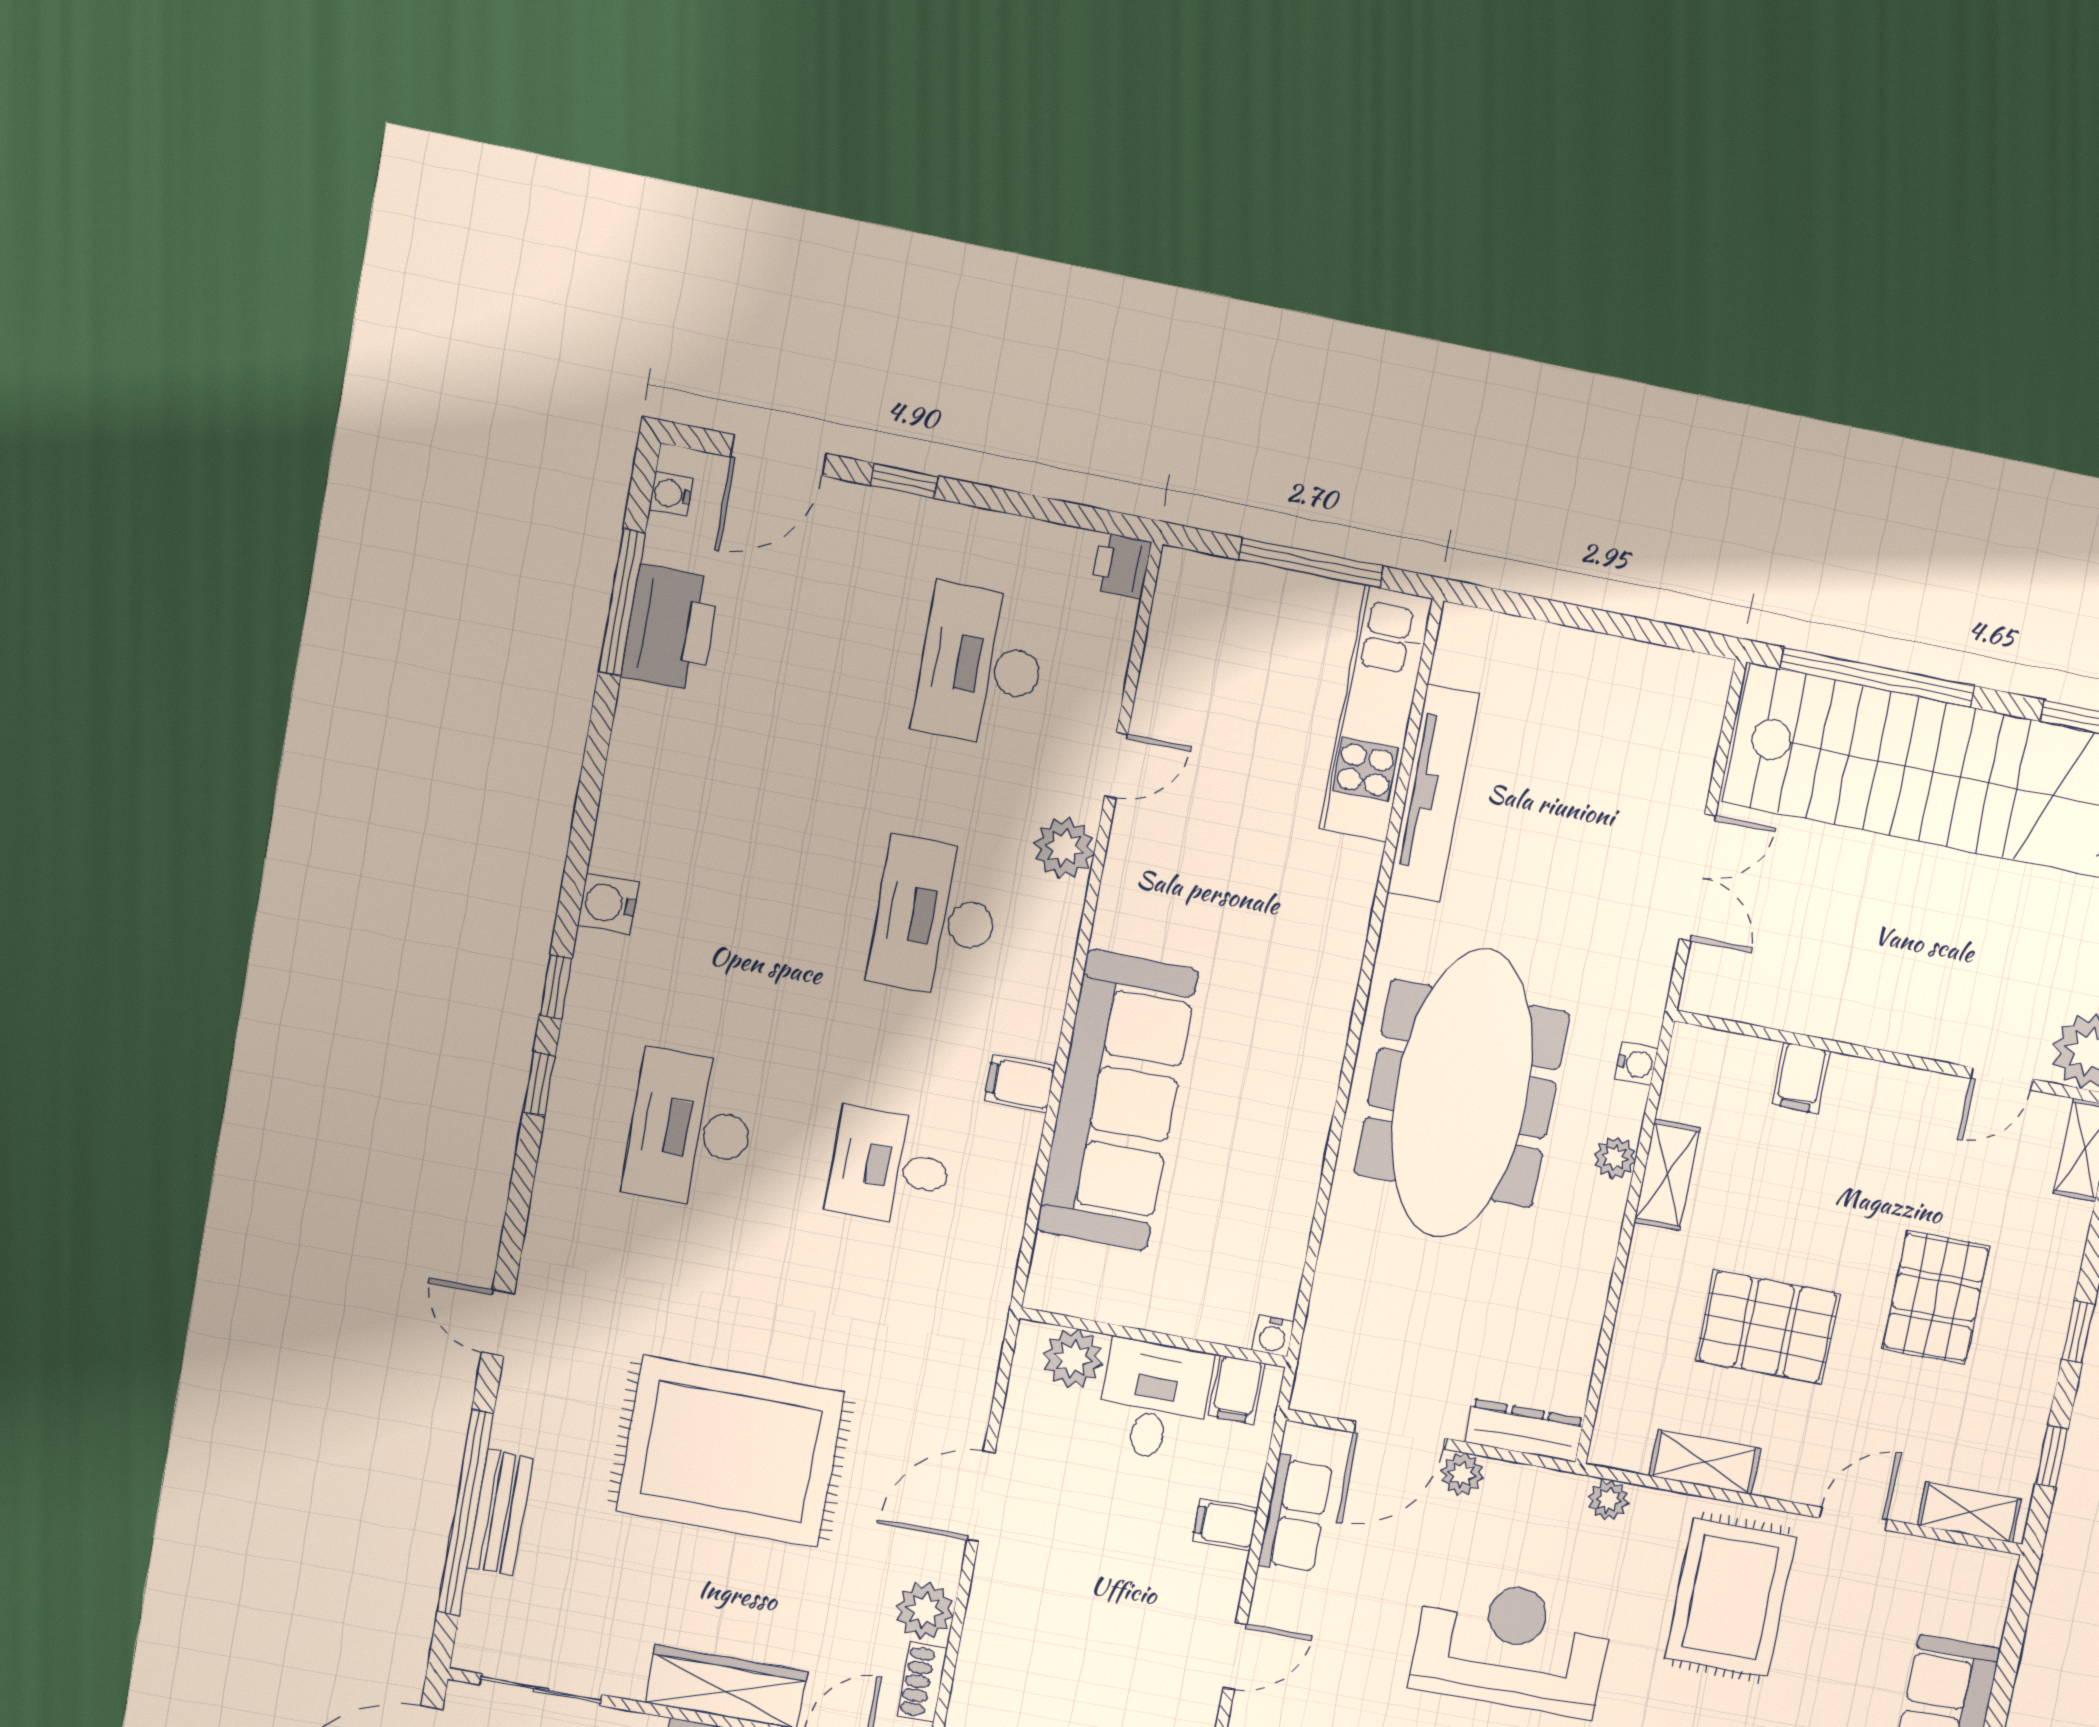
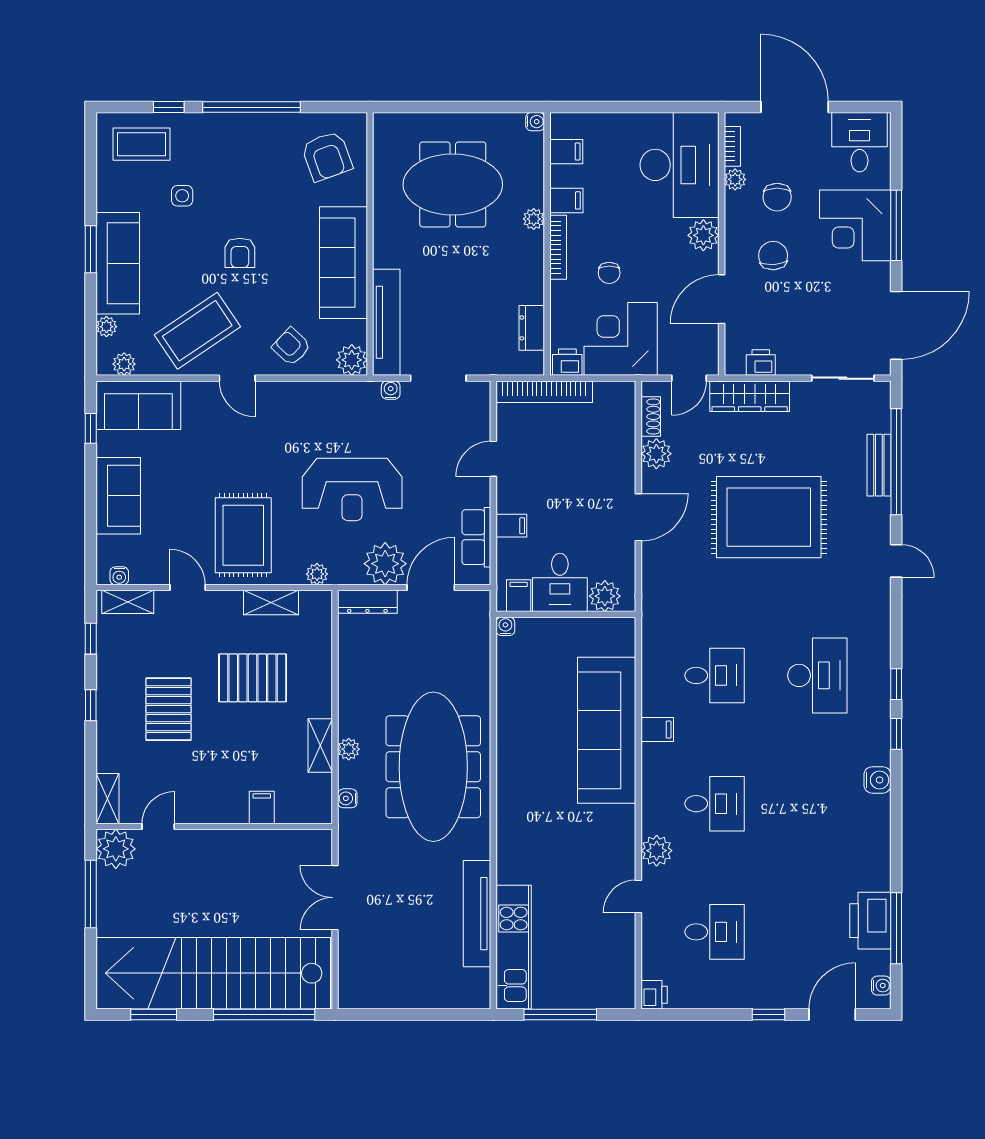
desk: (981, 666) -> (714, 932), width x0.73
desk: (935, 918) -> (714, 804), width x0.73
plant: (1462, 1474) -> (385, 564), width x1.87, depth x1.87
door: (1853, 1519) -> (188, 588), swing flipped
water cooler: (1975, 1564) -> (119, 576), added

